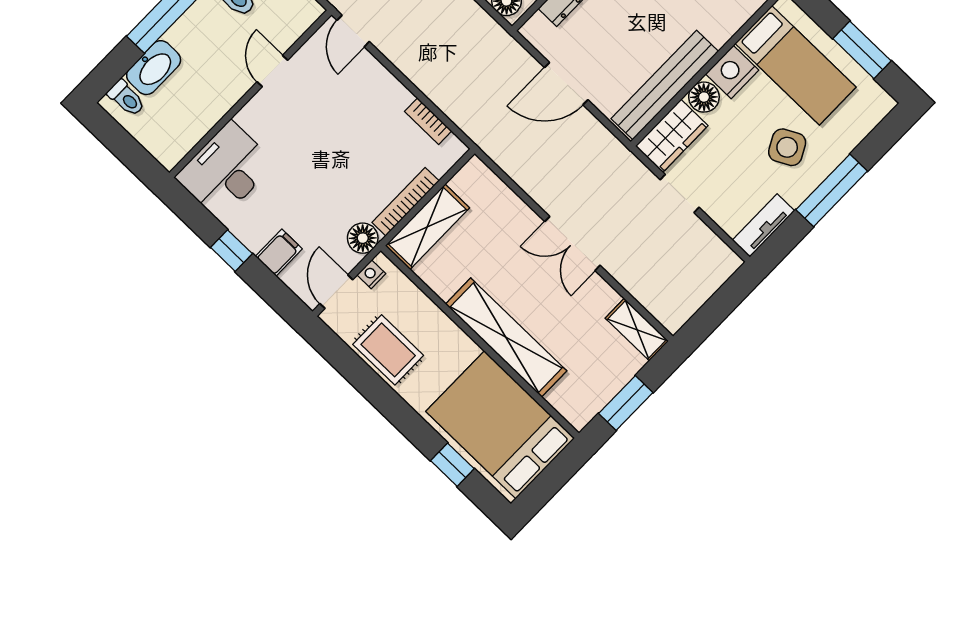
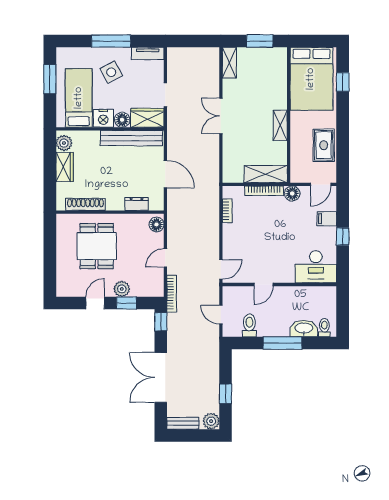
double door: (572, 243) -> (221, 116), swing flipped
nightstand: (371, 274) -> (302, 178), removed
shelving: (506, 337) -> (280, 125), width x0.45, depth x0.75

